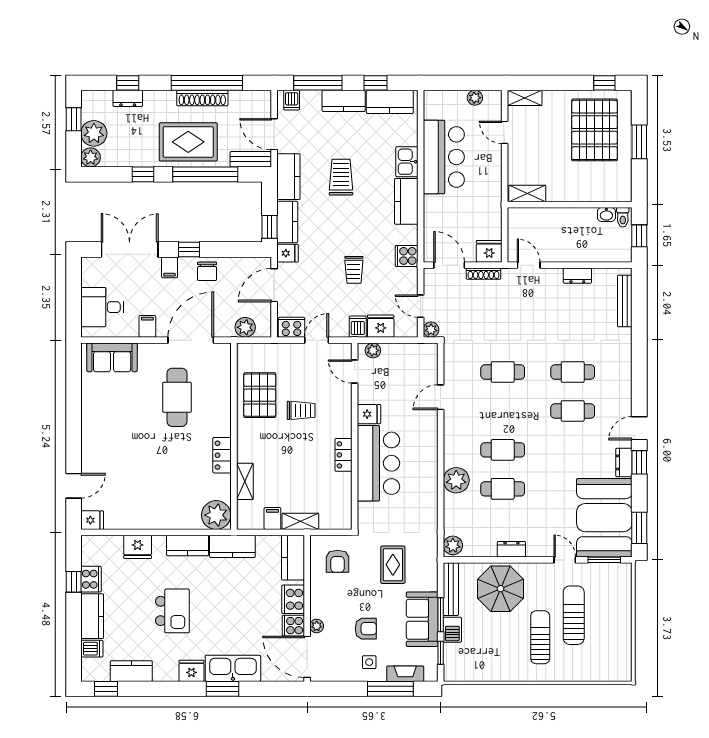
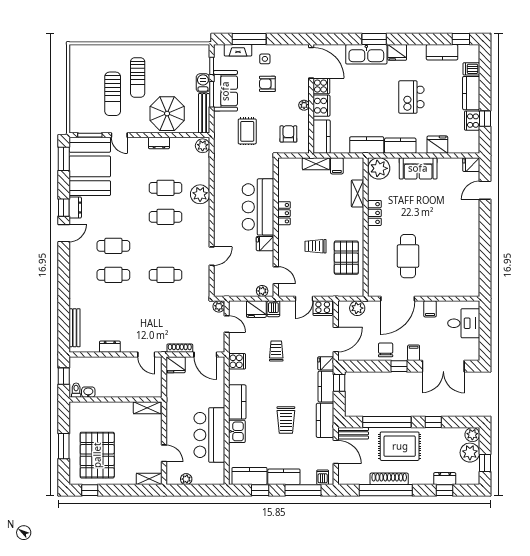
sofa: (112, 357) -> (418, 168), moved, turned 180
plant: (317, 626) -> (304, 105), moved

